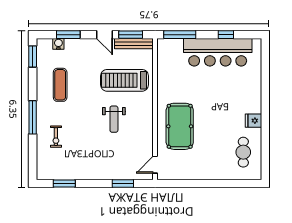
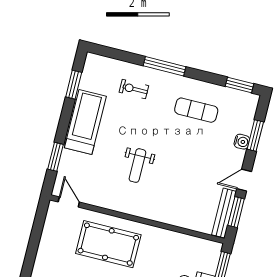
water cooler: (58, 44) -> (242, 142), moved
treadmill: (124, 80) -> (85, 122), moved
weight bench: (114, 119) -> (137, 166), turned -90

